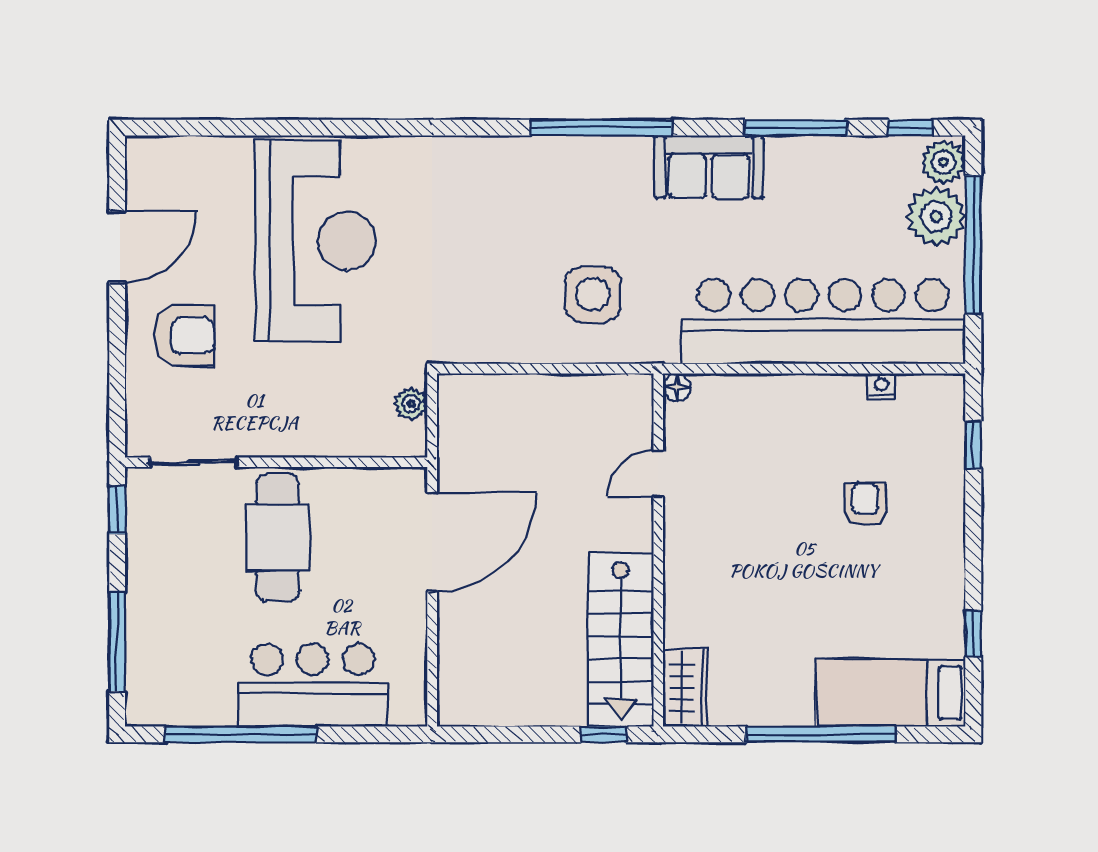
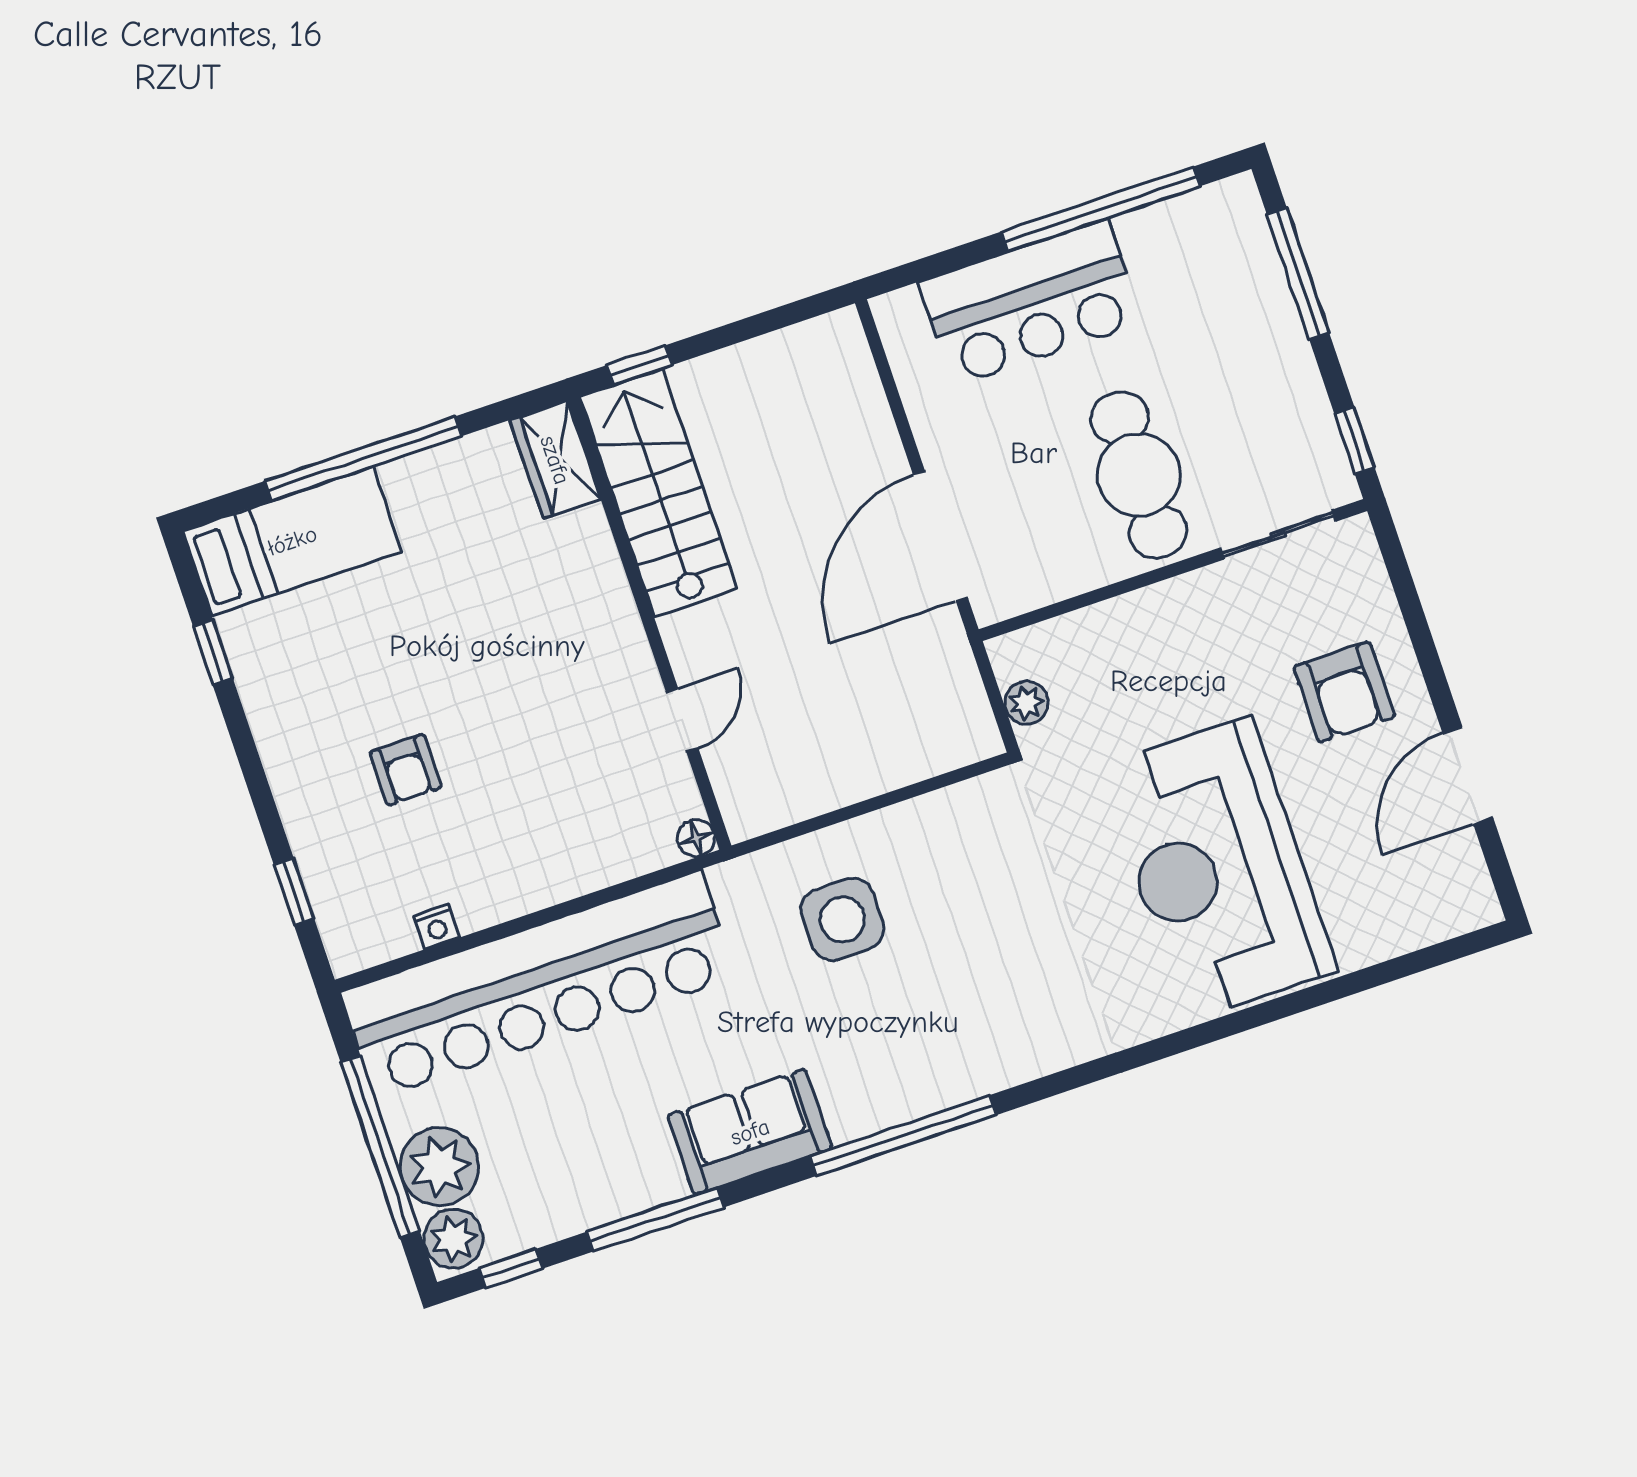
armchair: (184, 335) -> (1344, 692), turned -90

